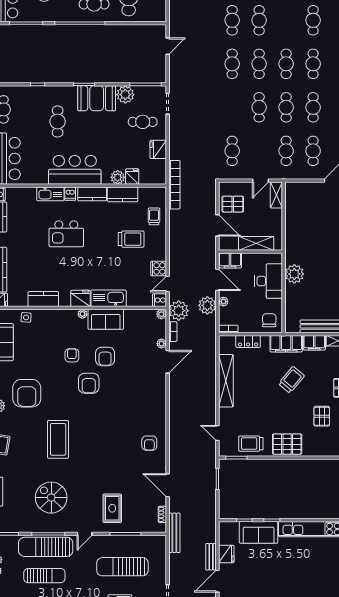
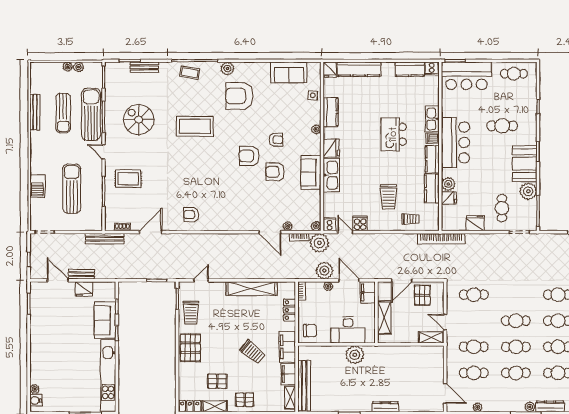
door: (217, 280) -> (349, 280), swing flipped
plant: (82, 314) -> (316, 129), moved
trolley: (251, 444) -> (191, 313), turned 180
spiral stairs: (51, 498) -> (139, 120), turned -90

